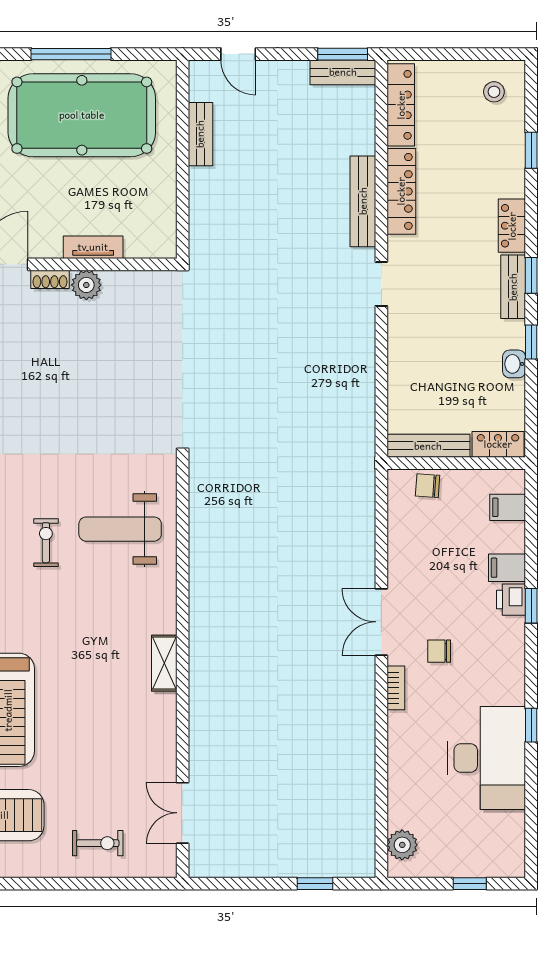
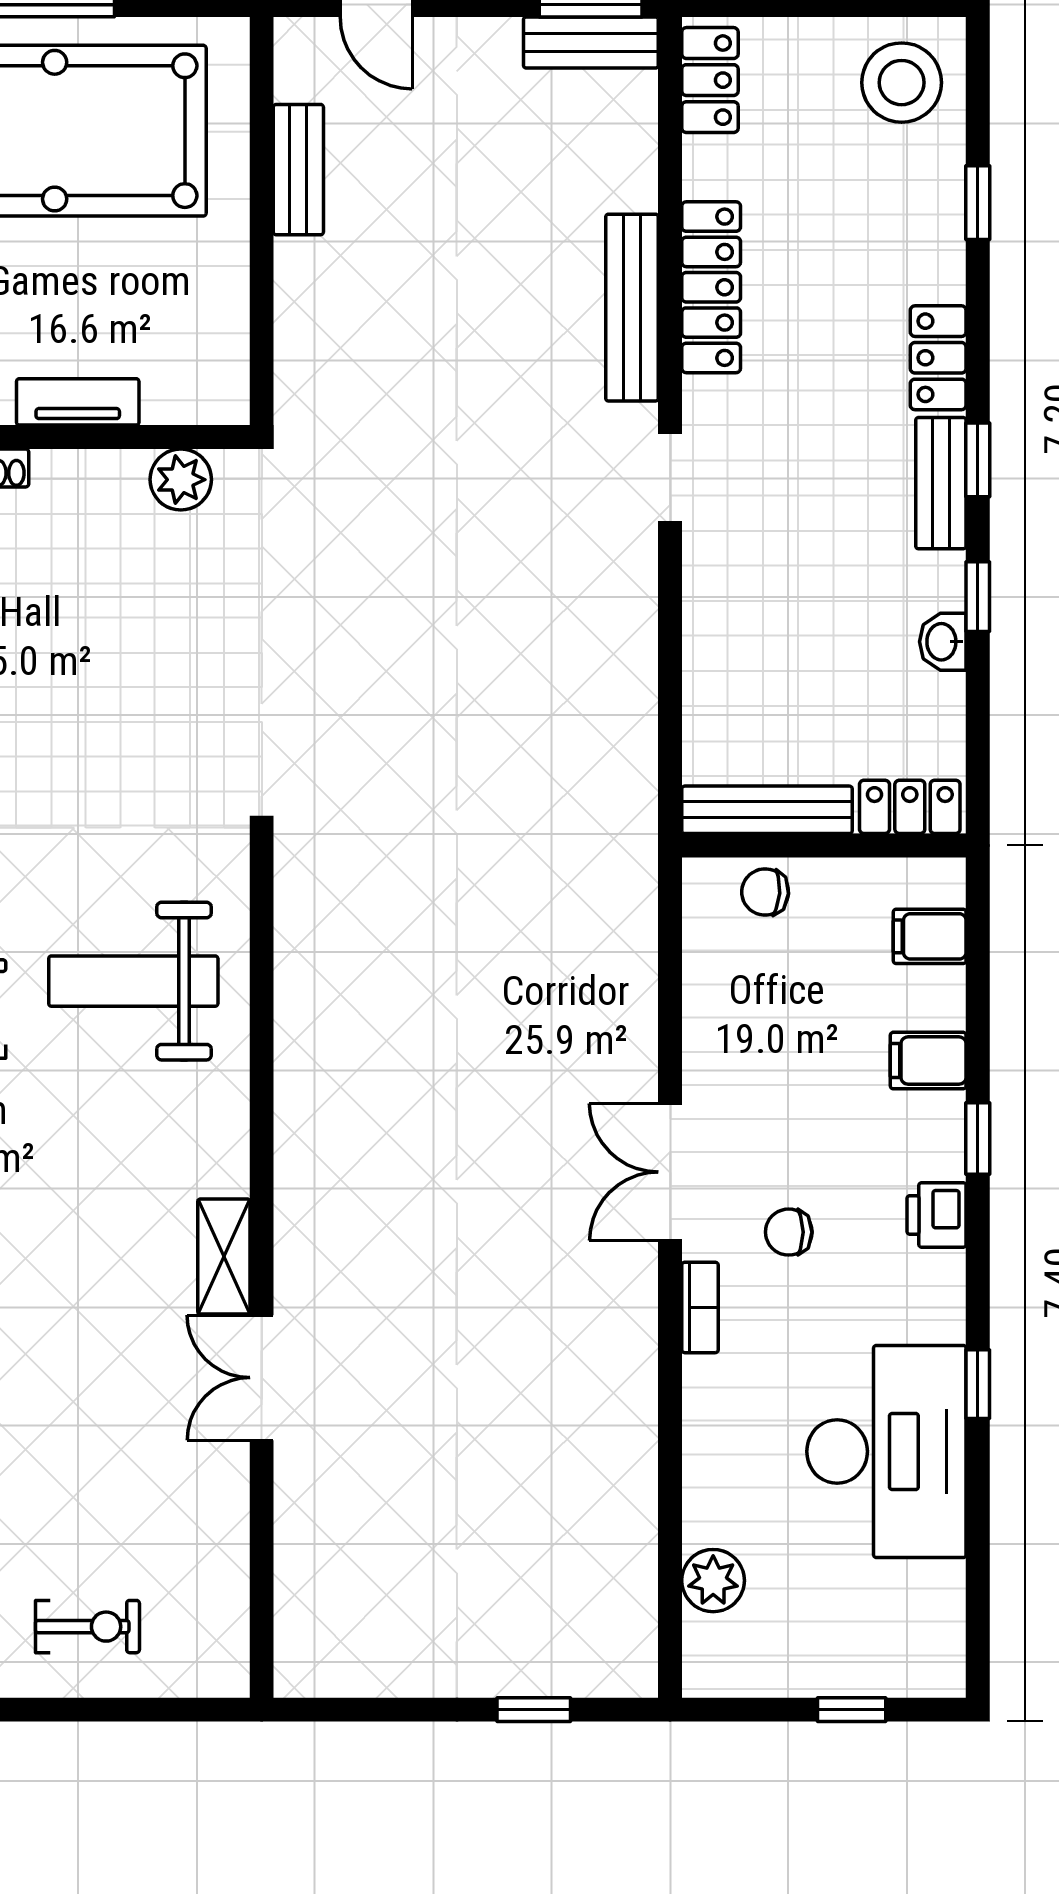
stool: (494, 92) -> (902, 83), width x1.89, depth x1.89
locker: (401, 105) -> (710, 80), width x0.66
plant: (86, 285) -> (181, 480), moved
printer: (511, 600) -> (937, 1215), moved
double door: (183, 813) -> (262, 1378), moved
plant: (402, 845) -> (713, 1581), moved

